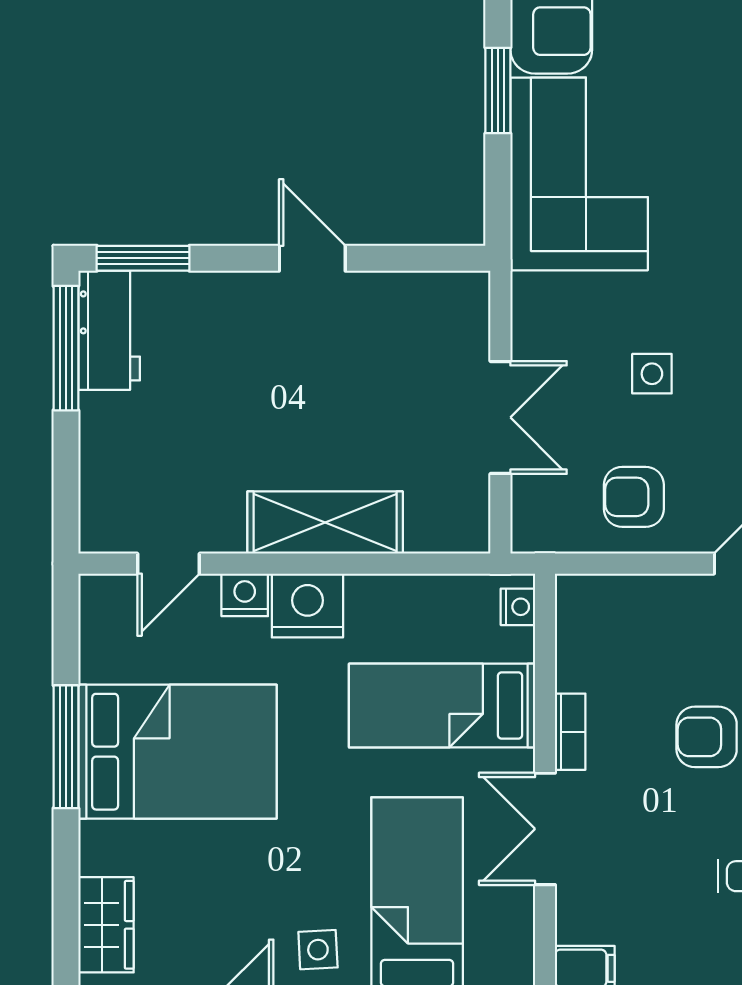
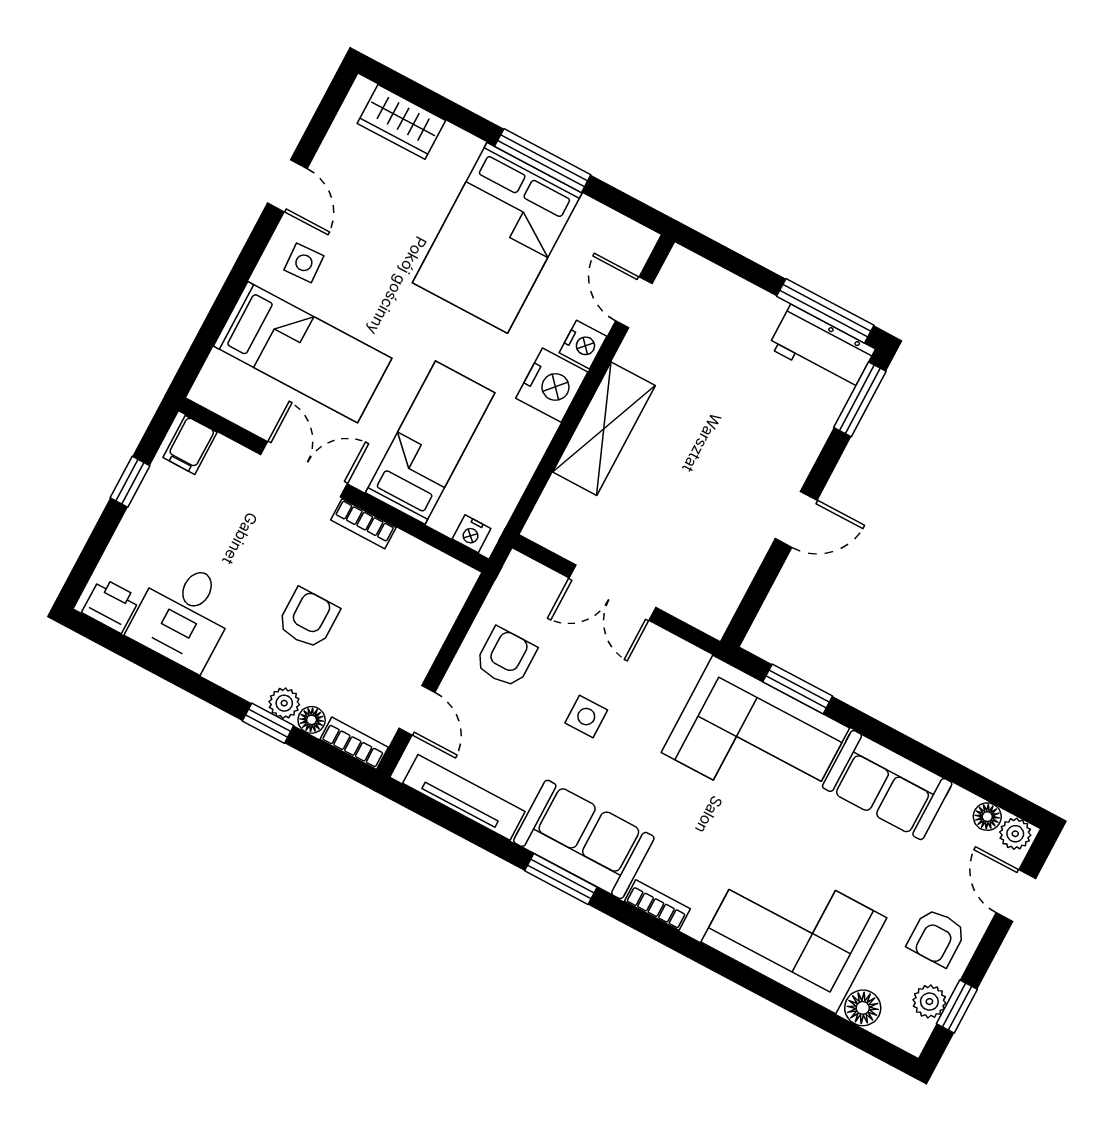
window: (498, 91) -> (798, 689), moved

